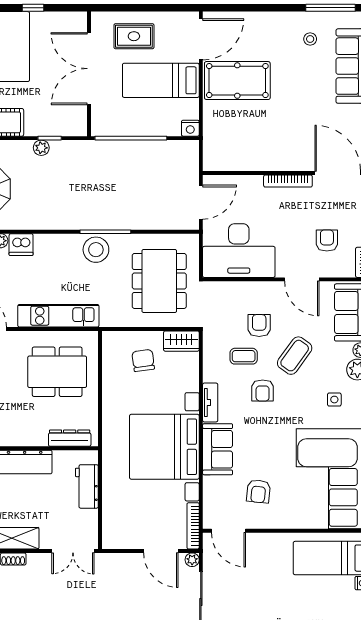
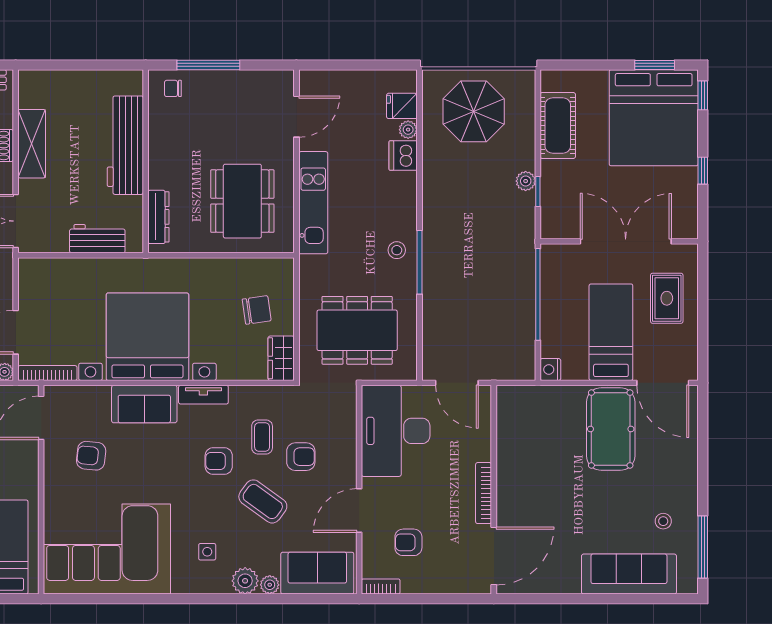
armchair: (327, 240) -> (408, 542), turned 180
stool: (96, 250) -> (397, 250), width x0.53, depth x0.53

